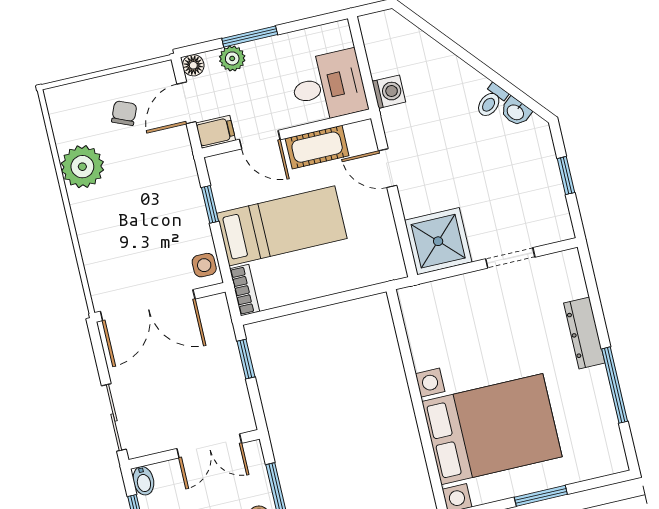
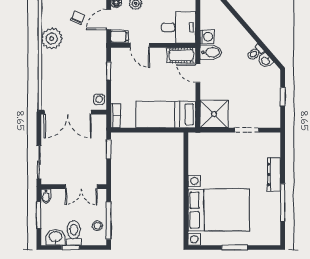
bidet: (404, 121) -> (211, 52), added
cot: (317, 147) -> (181, 55), moved
bed: (282, 226) -> (166, 114), moved, turned 180

